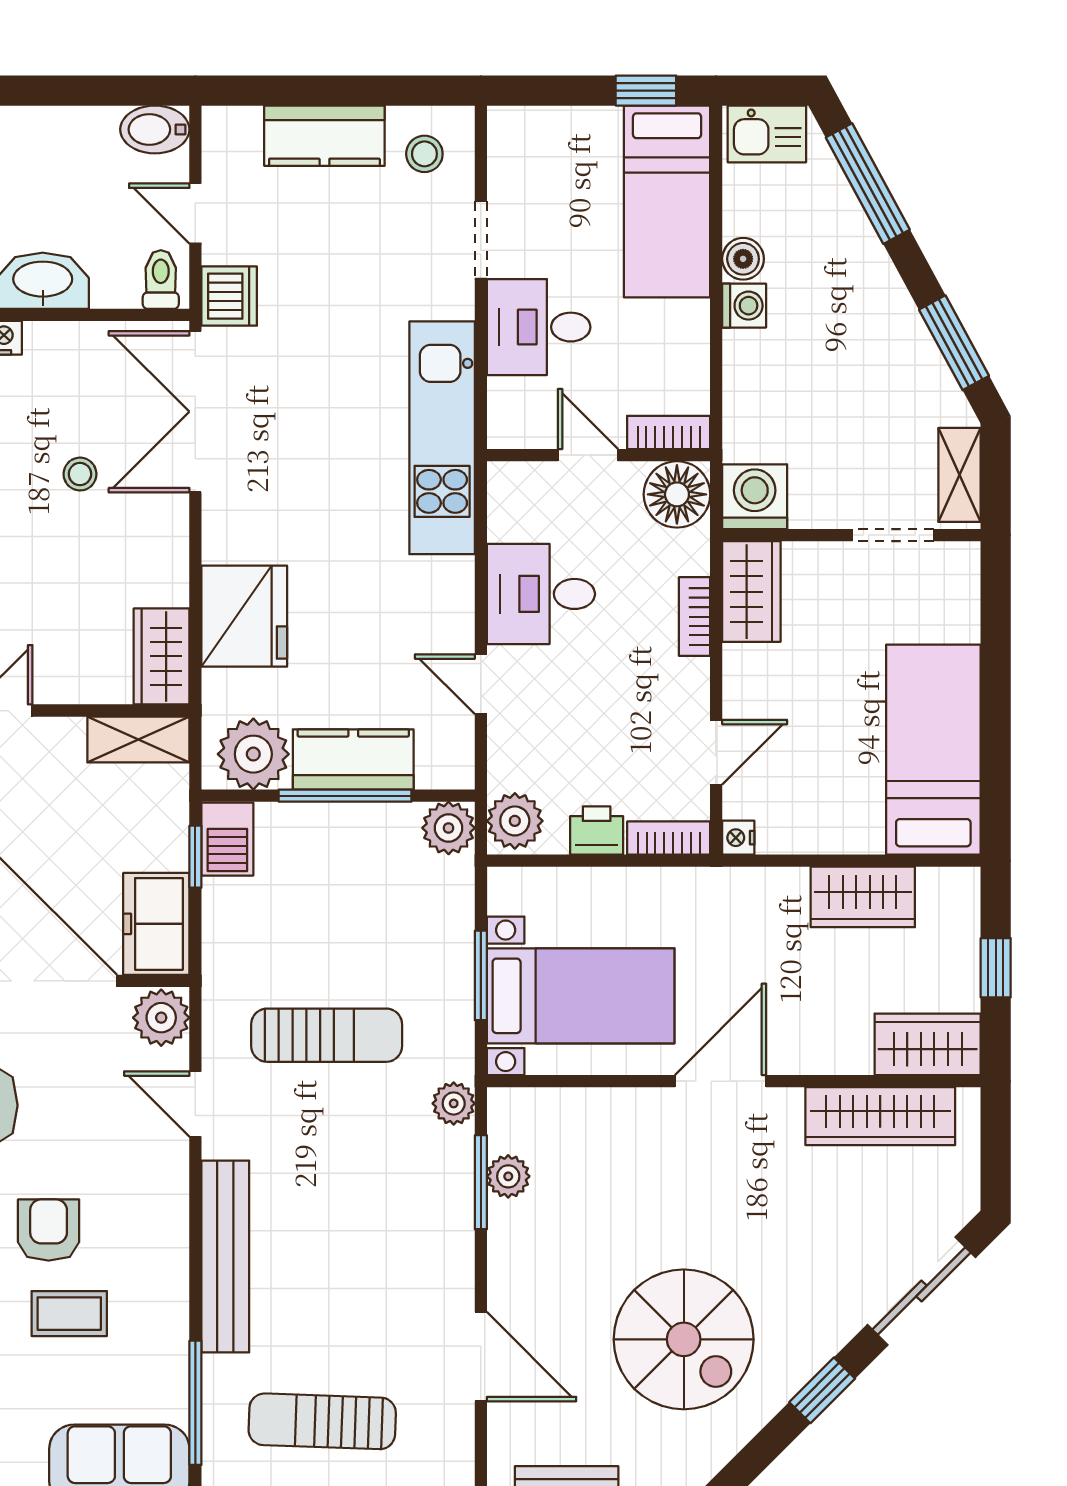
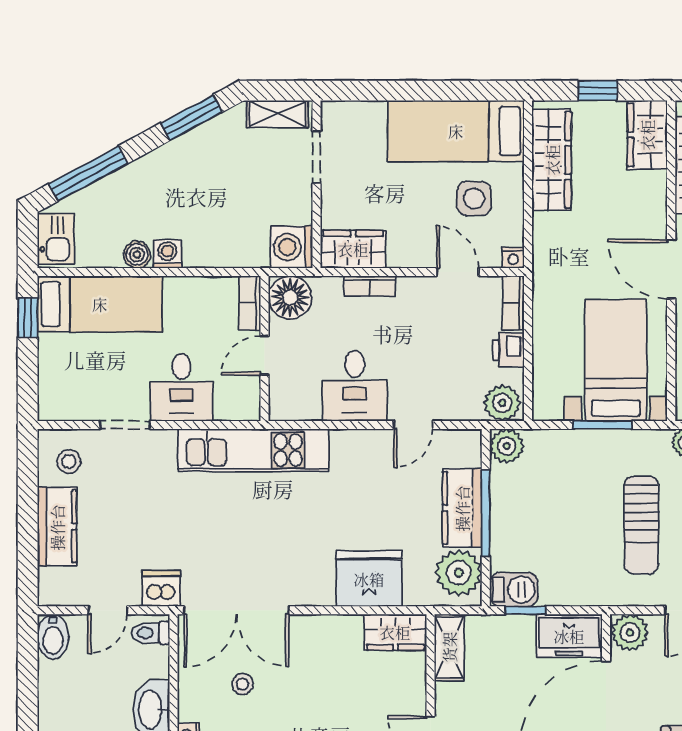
stool: (80, 474) -> (243, 684), moved
side table: (829, 778) -> (474, 198), added
wardrobe: (863, 897) -> (552, 160), width x1.50
sun lounger: (327, 1035) -> (641, 525), turned 180

